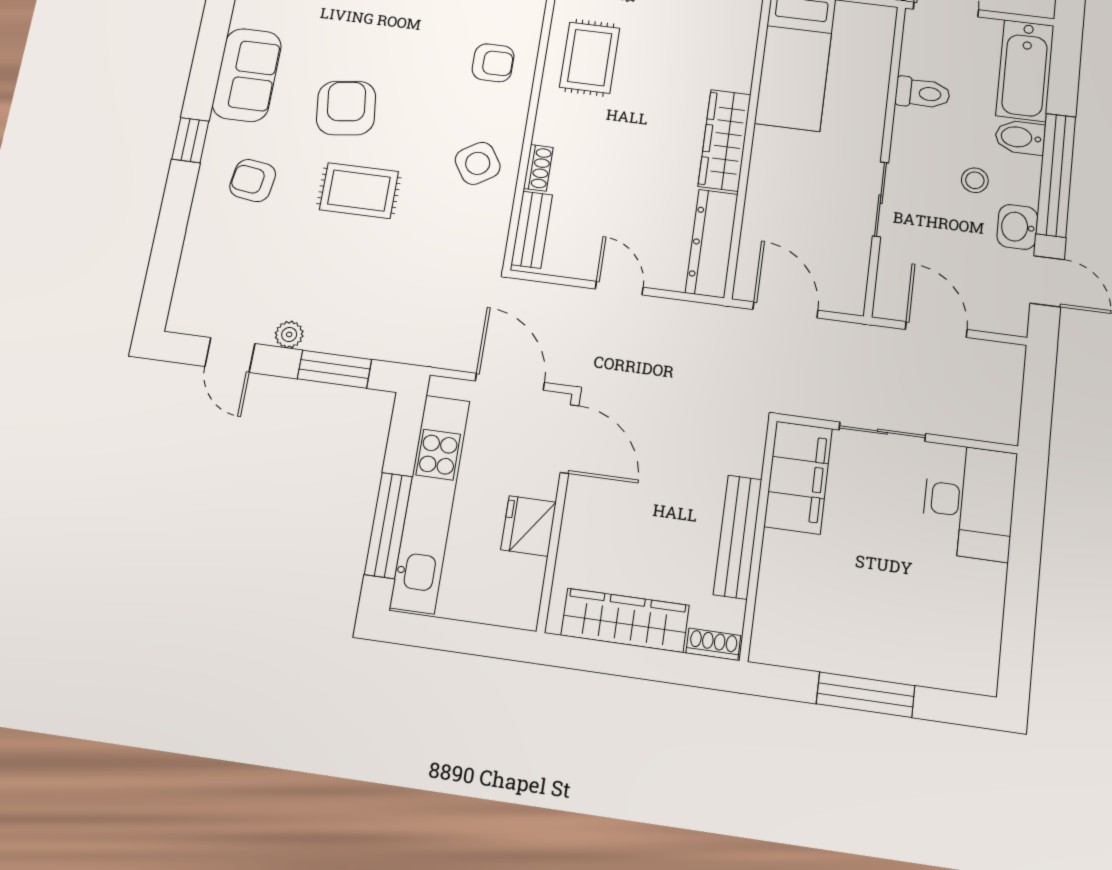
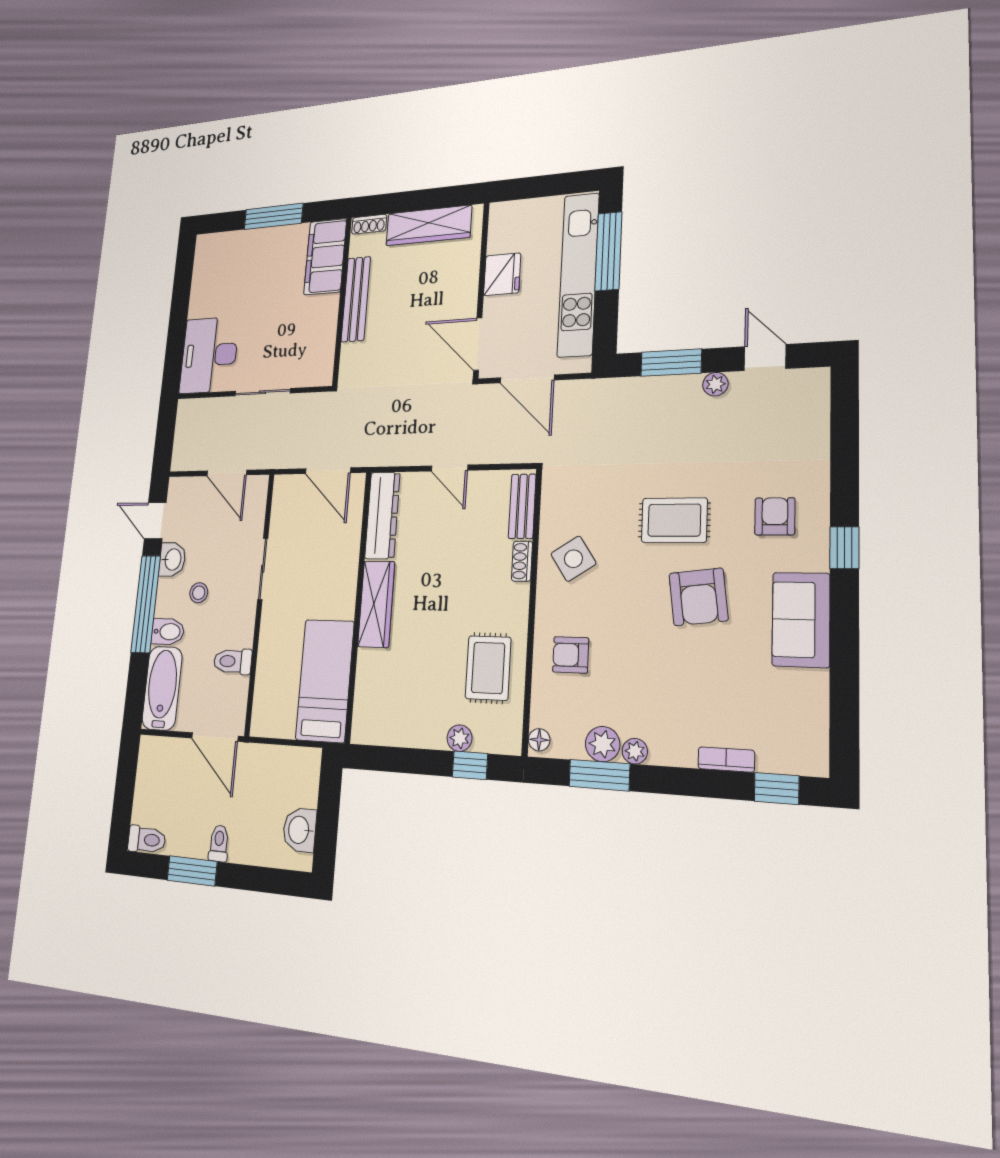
armchair: (253, 180) -> (775, 516), turned -98
filing cabinet: (798, 477) -> (325, 257), moved

